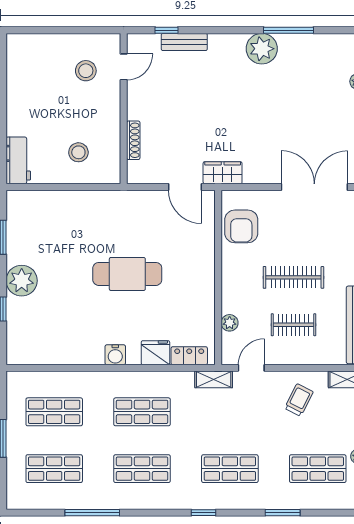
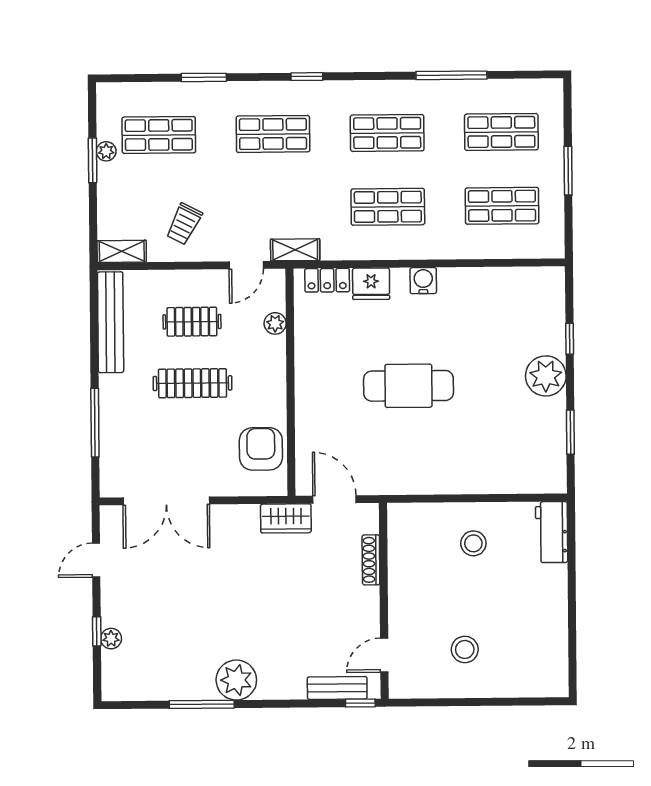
door: (124, 67) -> (384, 655), moved
wall: (124, 109) -> (384, 601), moved
shoe rack: (133, 140) -> (371, 560), moved

